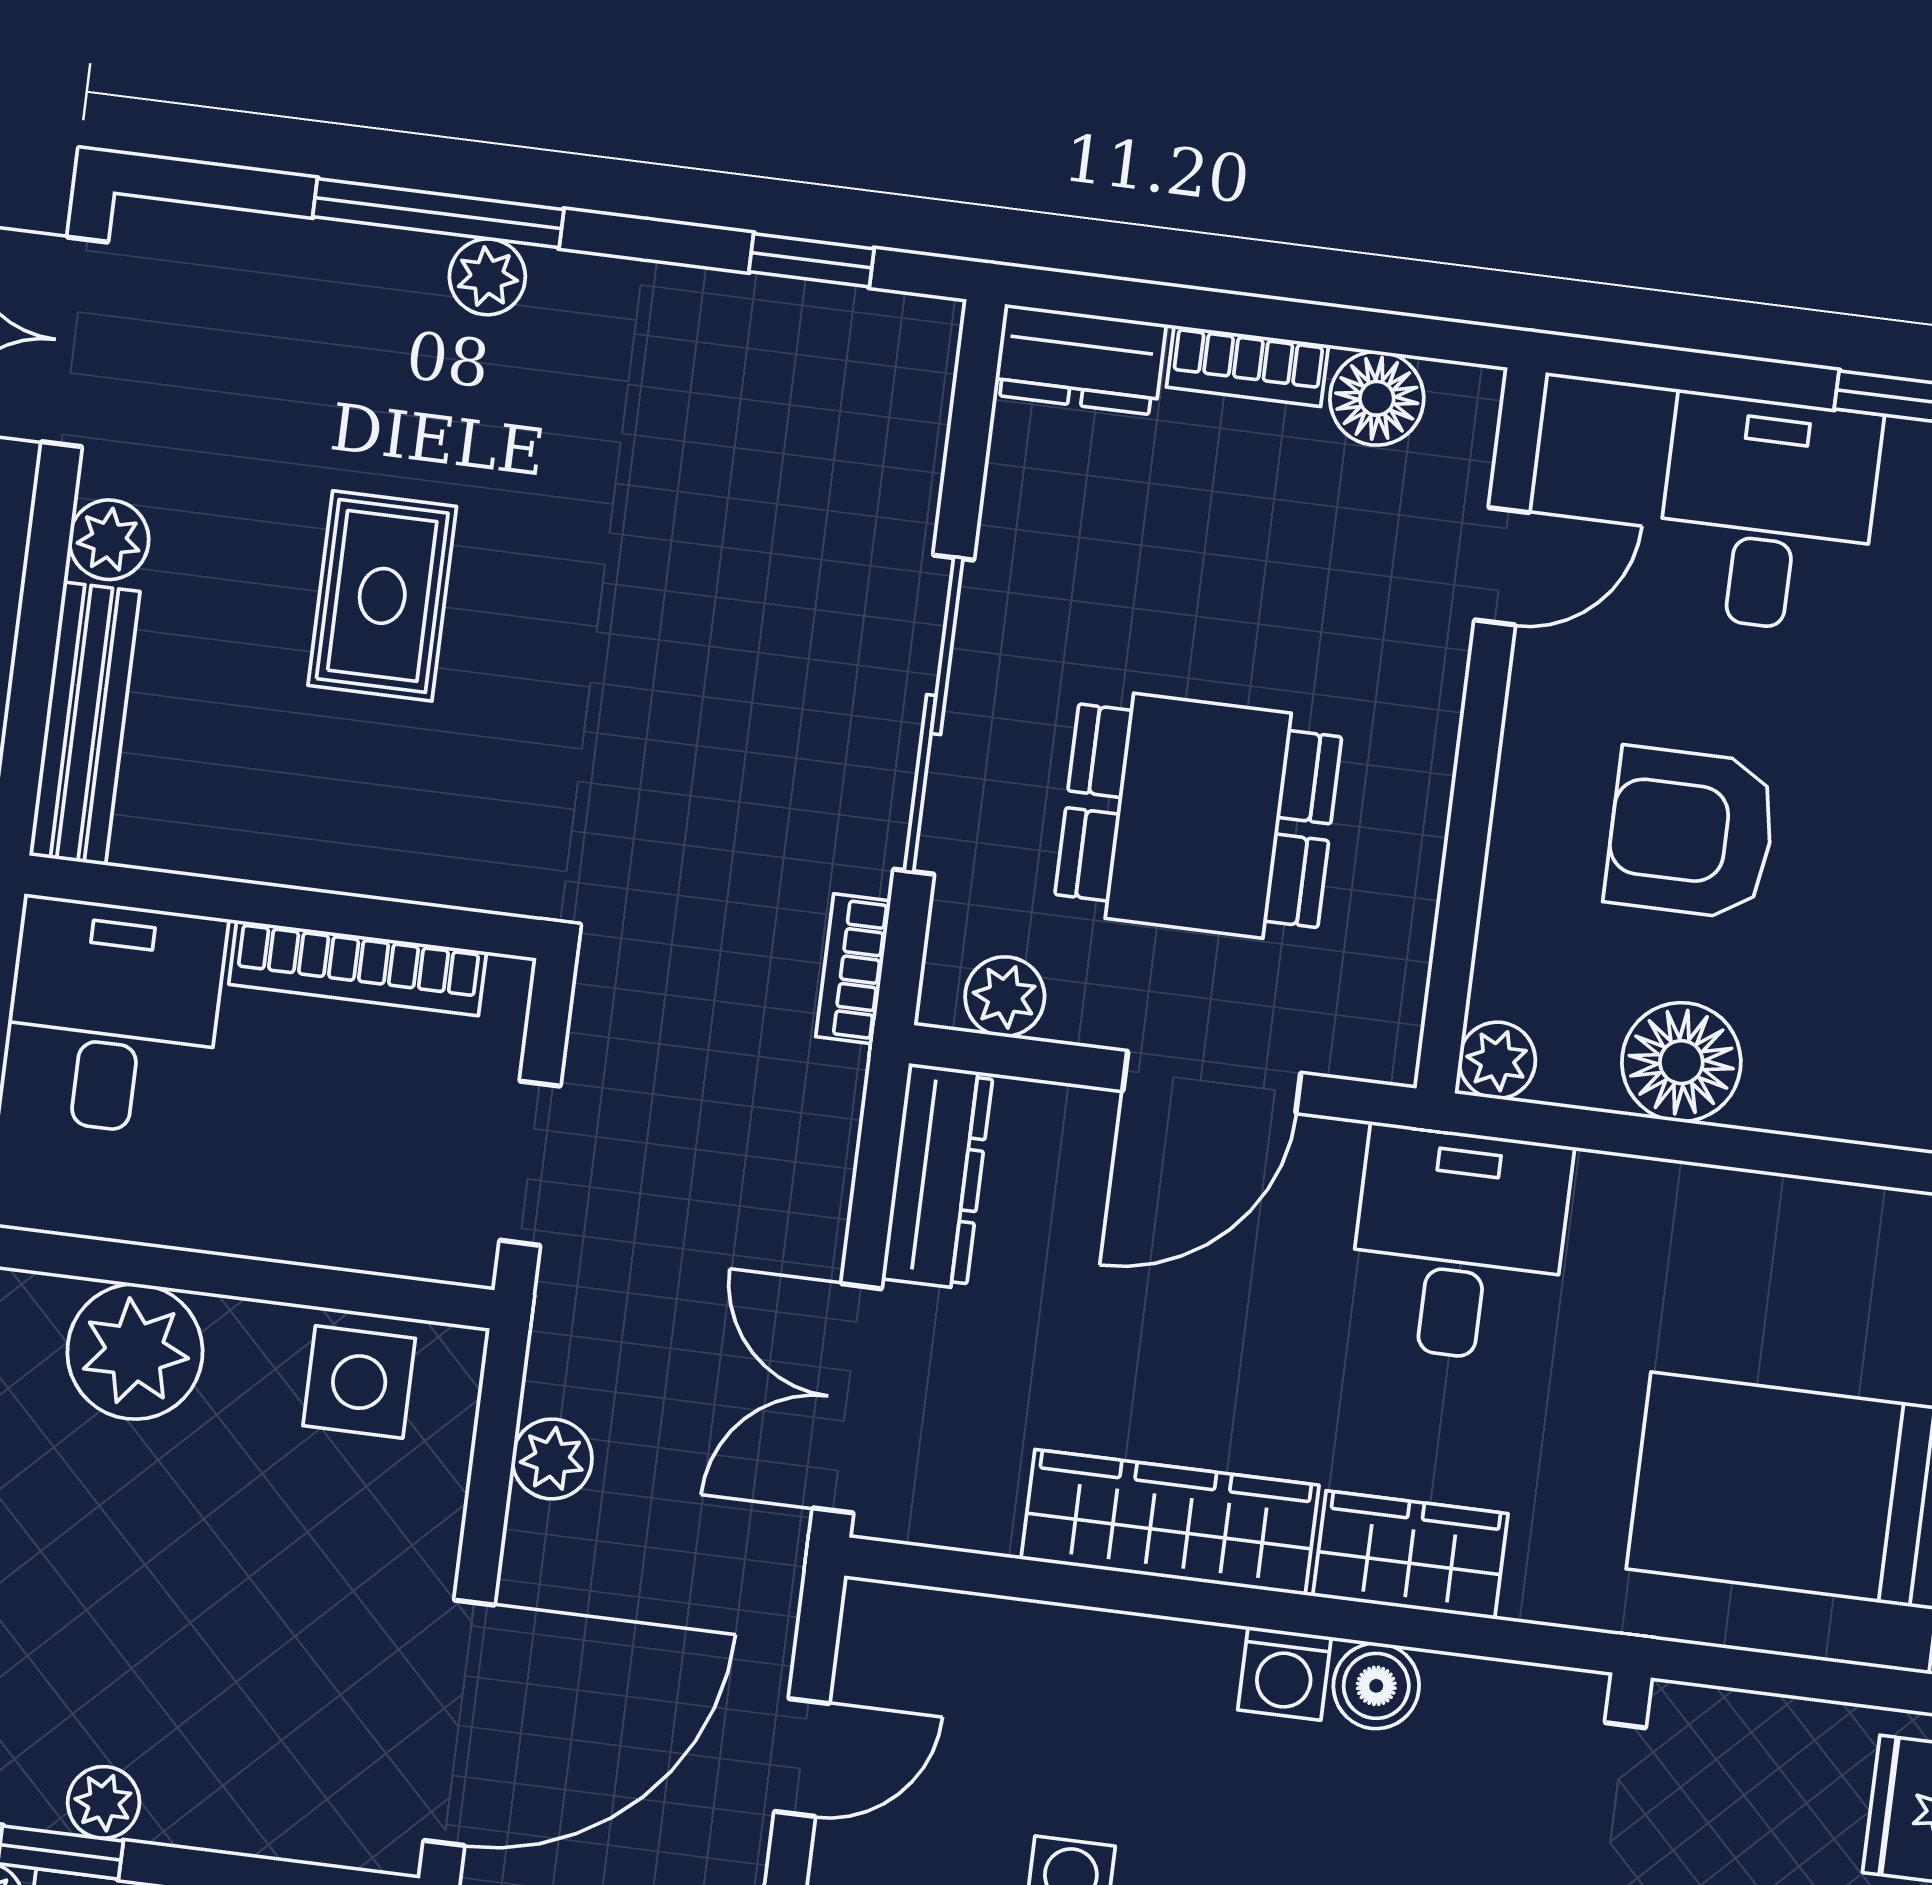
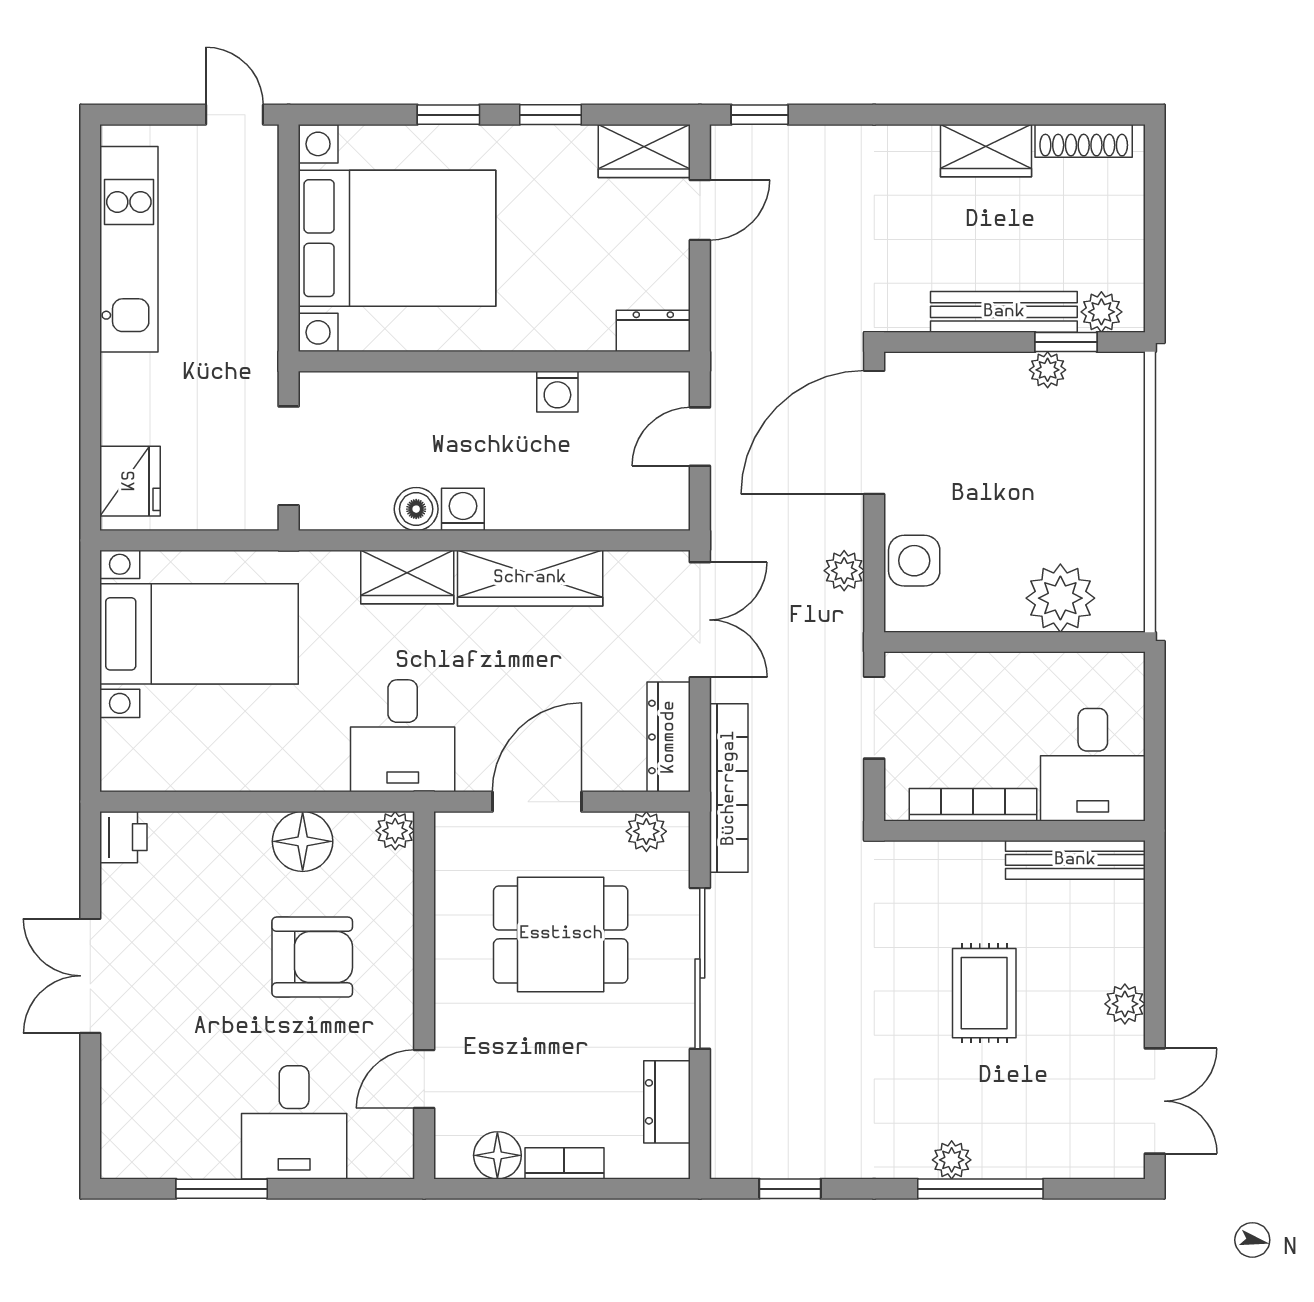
dresser: (1080, 360) -> (667, 1102), moved, turned -90
bench: (85, 723) -> (1075, 860), moved, turned 90
bookcase: (853, 969) -> (729, 788), width x2.31, depth x1.31
side table: (359, 1382) -> (914, 561), moved

